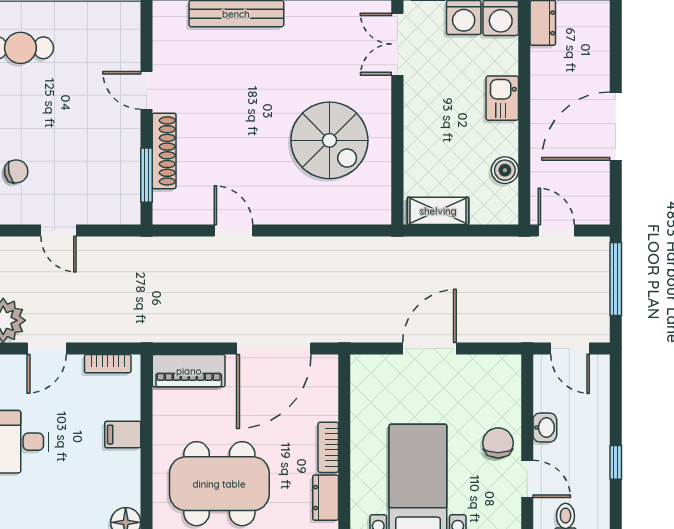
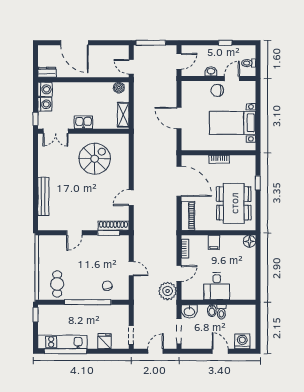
kitchen sink: (502, 98) -> (83, 122), moved, turned 180
door: (616, 126) -> (75, 43), moved
shoe rack: (164, 151) -> (113, 226), moved
boiler: (505, 170) -> (119, 88), moved
door: (58, 231) -> (131, 269), hinge flipped
door: (556, 231) -> (131, 67), hinge flipped
door: (47, 349) -> (179, 273), hinge flipped
dresser: (326, 498) -> (239, 160), removed

